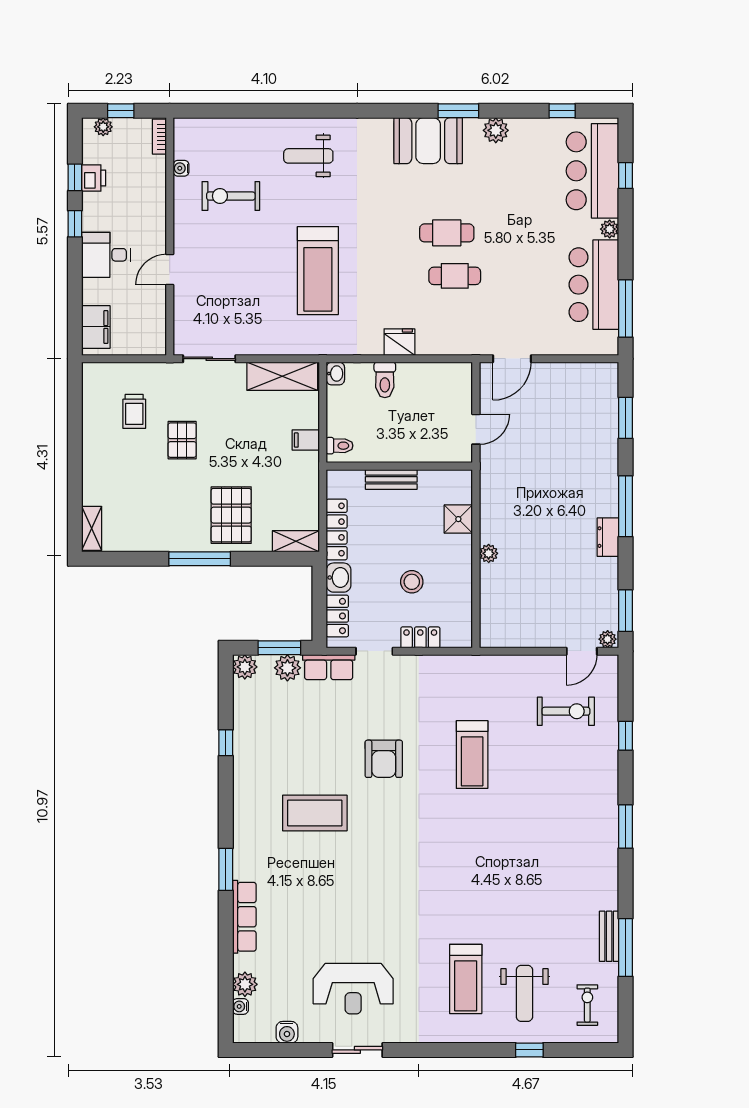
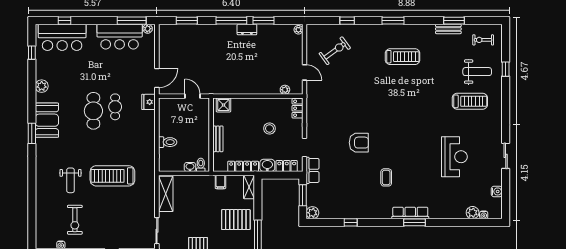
window: (458, 111) -> (32, 133), moved
weight bench: (308, 156) -> (71, 180), moved
plant: (610, 229) -> (148, 29), moved
cafe table: (447, 233) -> (93, 111), width x1.37, depth x1.35
treadmill: (318, 271) -> (112, 176), turned 180
fridge: (399, 342) -> (149, 102), moved
door: (512, 359) -> (157, 78), hinge flipped
washbasin: (335, 374) -> (190, 167), moved
filing cabinet: (306, 440) -> (220, 182), moved
shower: (458, 519) -> (223, 105), moved
plant: (489, 553) -> (285, 90), moved
window: (626, 611) -> (264, 21), moved
locker: (420, 637) -> (298, 108), moved
door: (582, 651) -> (304, 72), moved
plant: (287, 668) -> (313, 191), removed
exercise bike: (566, 711) -> (335, 51), turned 54
treadmill: (472, 755) -> (403, 57), moved
coffee table: (315, 813) -> (386, 177), width x0.54, depth x0.58
row of seats: (244, 917) -> (410, 213), moved
window: (626, 948) -> (454, 21), width x0.69
reception desk: (353, 989) -> (454, 157), moved

